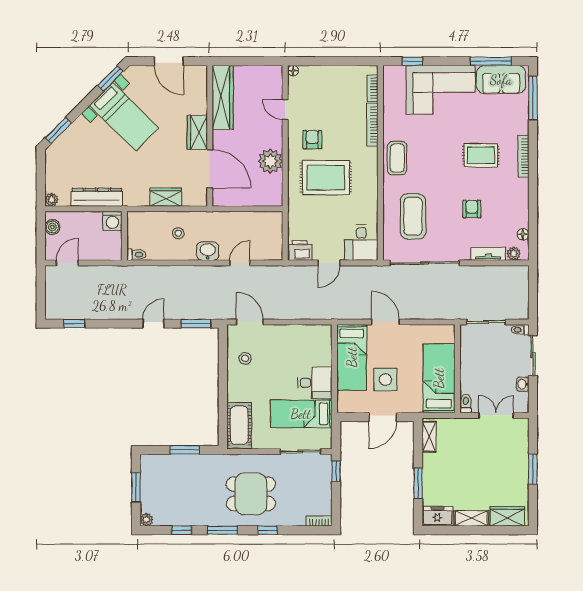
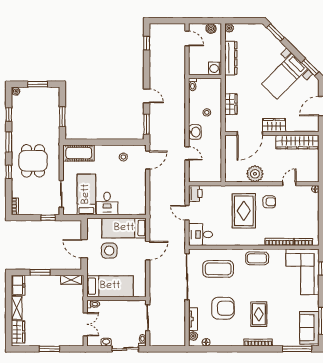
corner sofa: (441, 90) -> (302, 272), moved
armchair: (472, 209) -> (223, 308), width x1.88, depth x1.88

